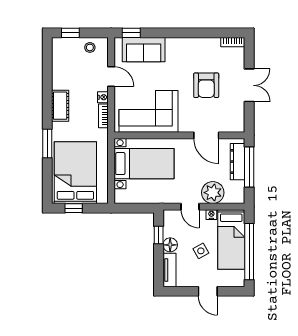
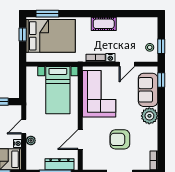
window: (70, 33) -> (161, 46), moved
plant: (176, 48) -> (149, 116), added
window: (47, 143) -> (47, 14), moved
plant: (213, 193) -> (31, 140), width x0.53, depth x0.53

